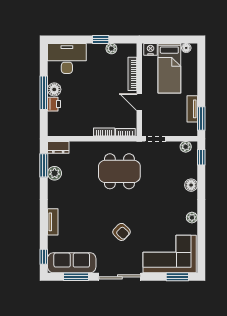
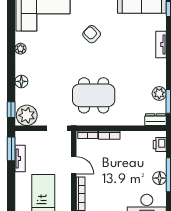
printer: (54, 104) -> (160, 145), moved
plant: (186, 147) -> (27, 115), width x1.88, depth x1.88

